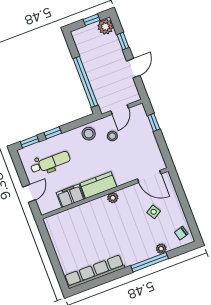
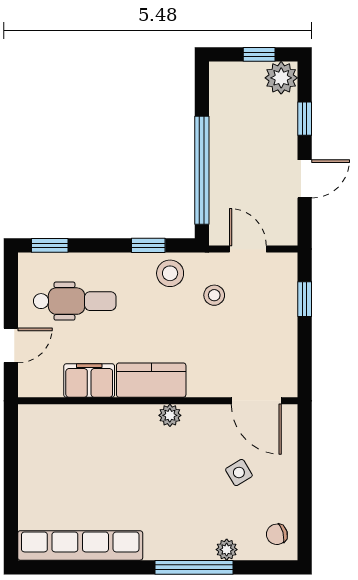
door: (120, 110) -> (248, 249), swing flipped
window: (53, 133) -> (148, 245), moved

